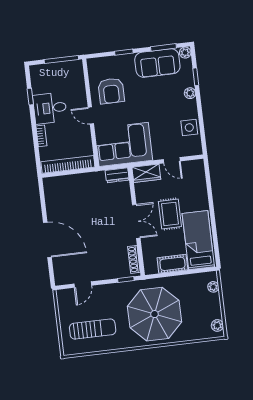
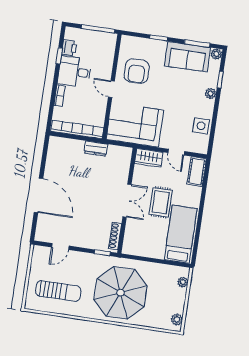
printer: (38, 86) -> (69, 48), added
dresser: (117, 175) -> (96, 149), moved
cot: (172, 264) -> (197, 172), moved, turned 90

